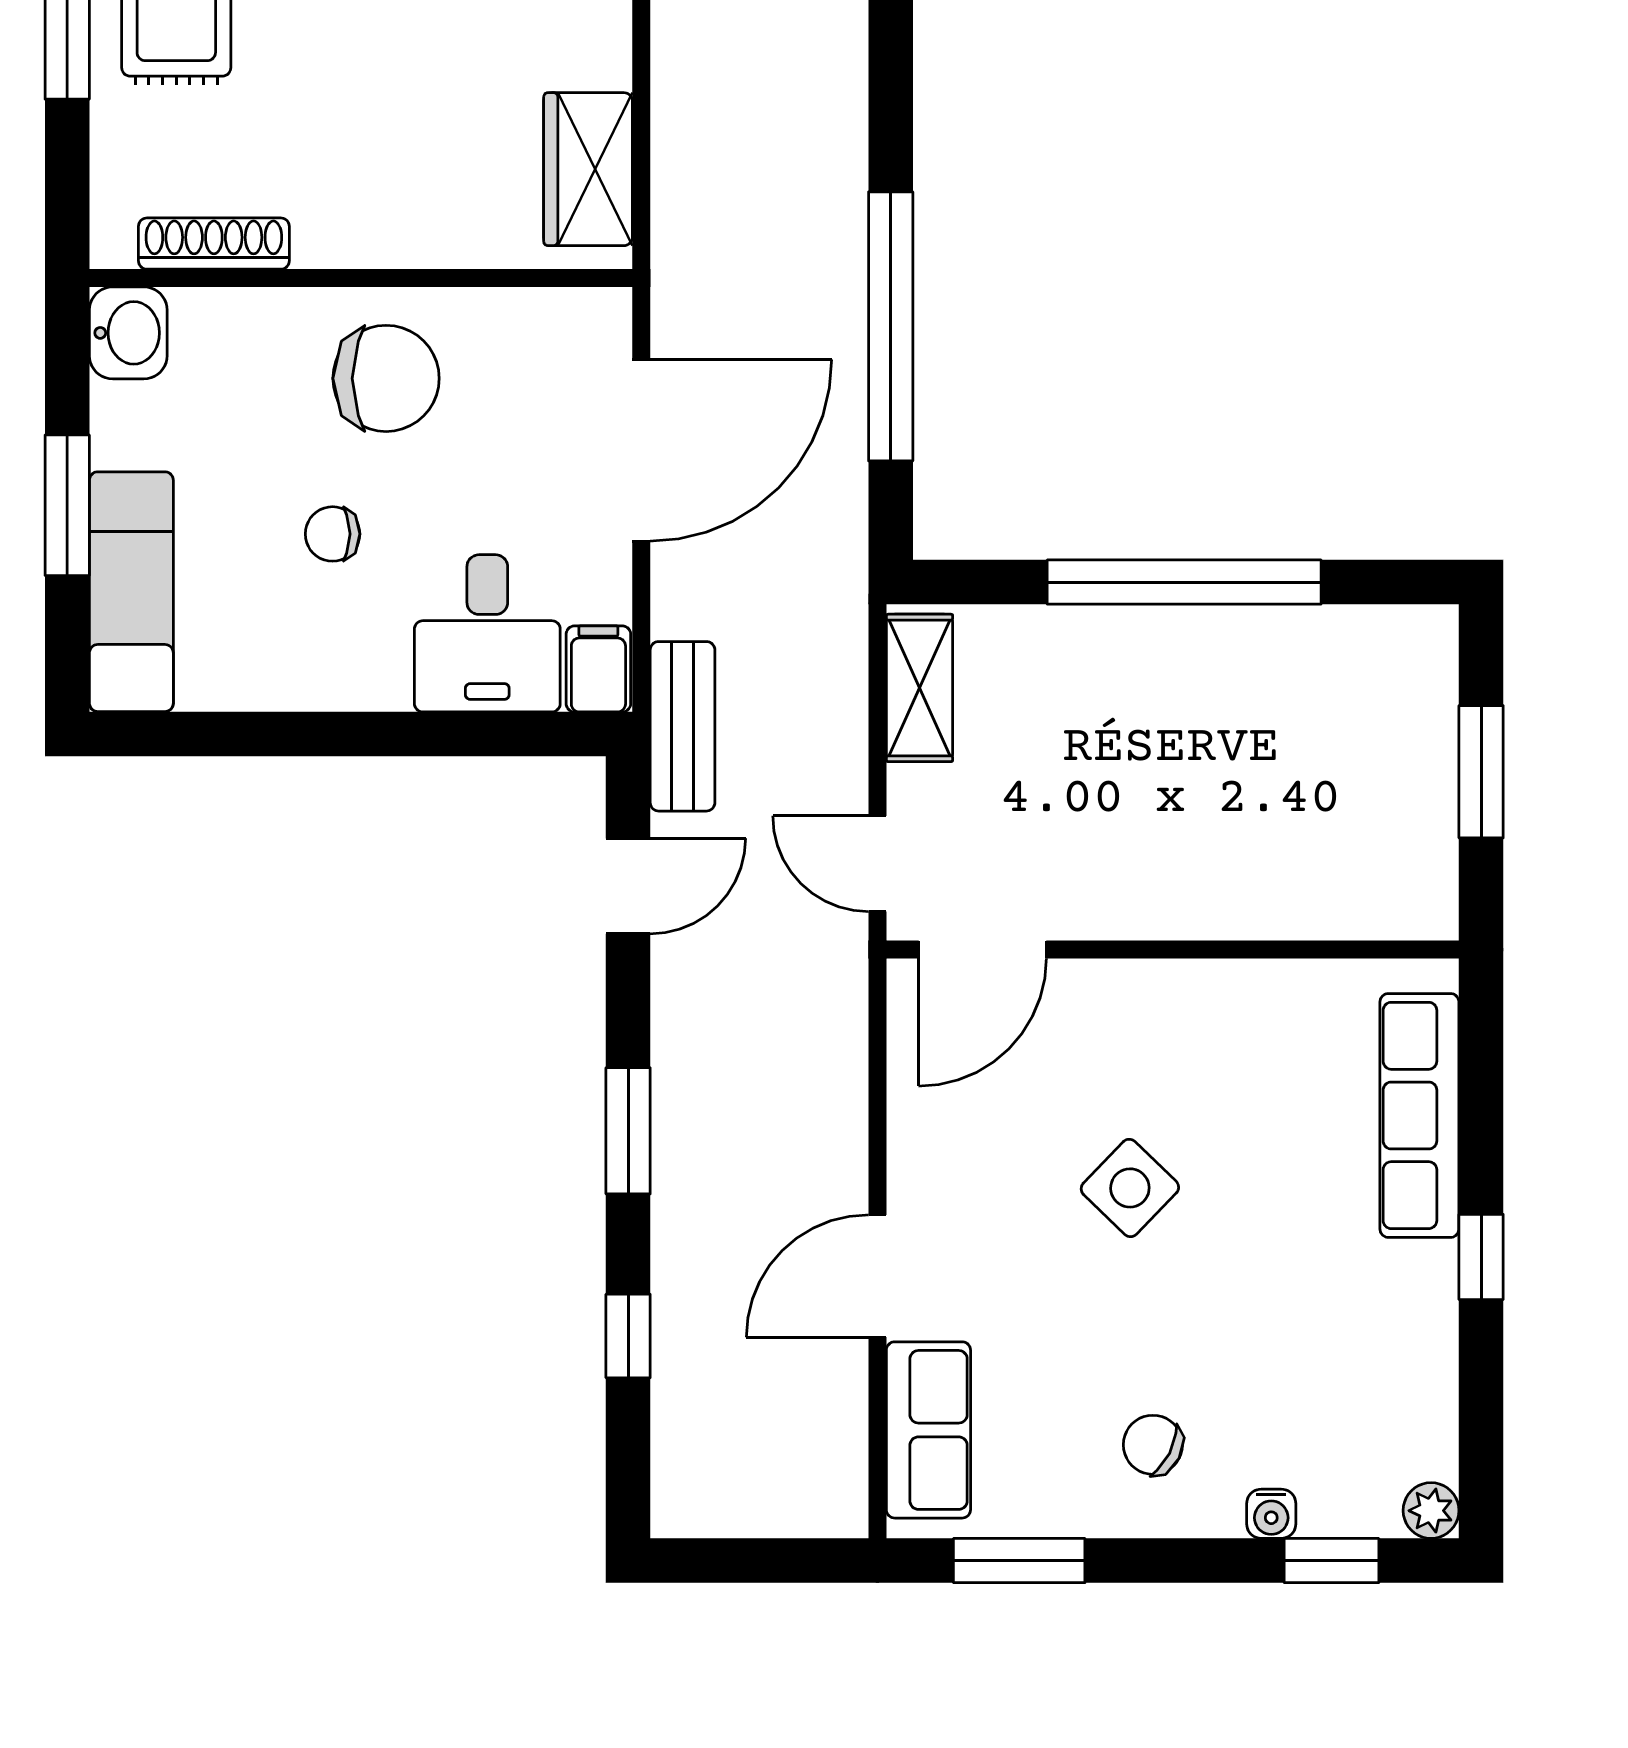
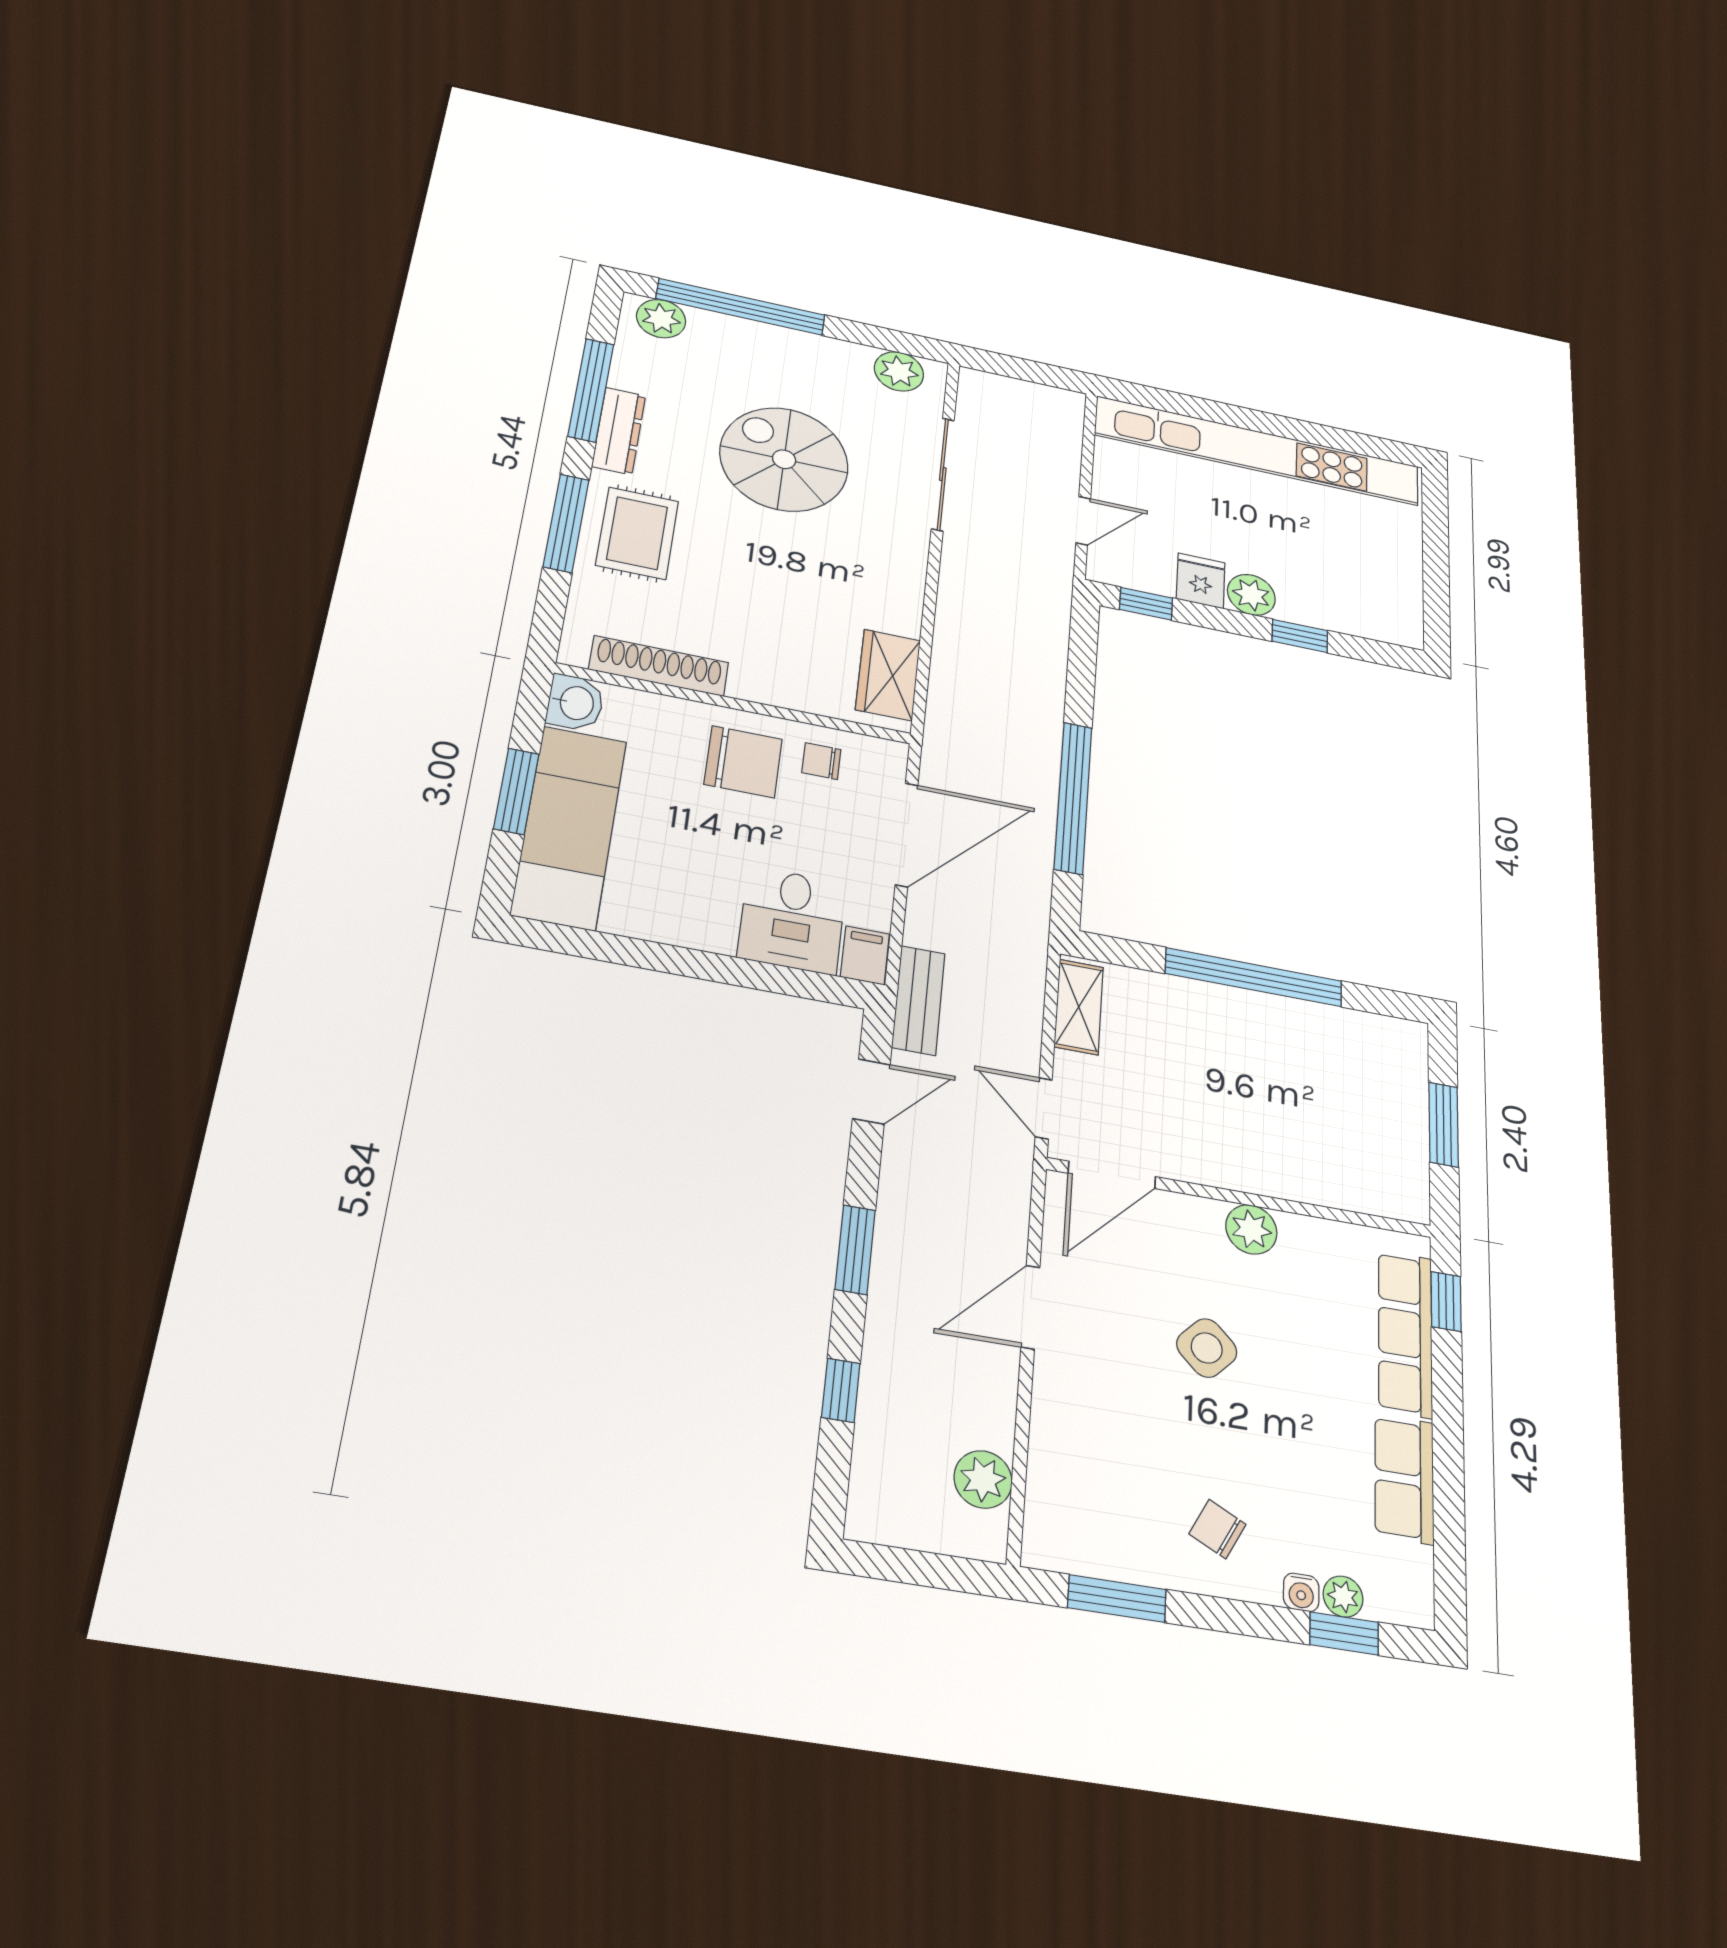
shoe rack: (214, 244) -> (659, 666), width x1.36, depth x1.24
chair: (333, 534) -> (821, 761), moved
exam couch: (131, 592) -> (569, 827), width x1.36, depth x1.45
plant: (1190, 996) -> (1251, 1229), added
window: (1481, 1257) -> (1446, 1301), moved
door: (877, 1276) -> (1030, 1307), moved
plant: (829, 1428) -> (983, 1479), added
row of seats: (928, 1430) -> (1404, 1479), moved, turned 180
plant: (1431, 1511) -> (1343, 1597), moved

